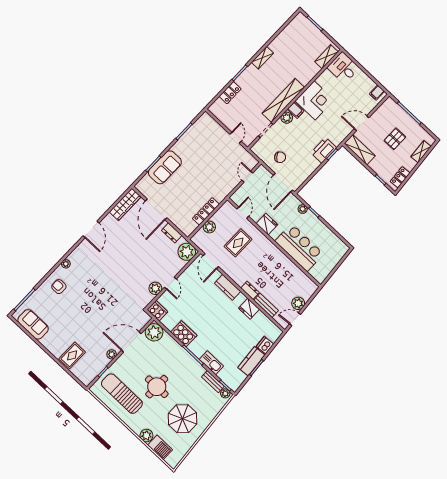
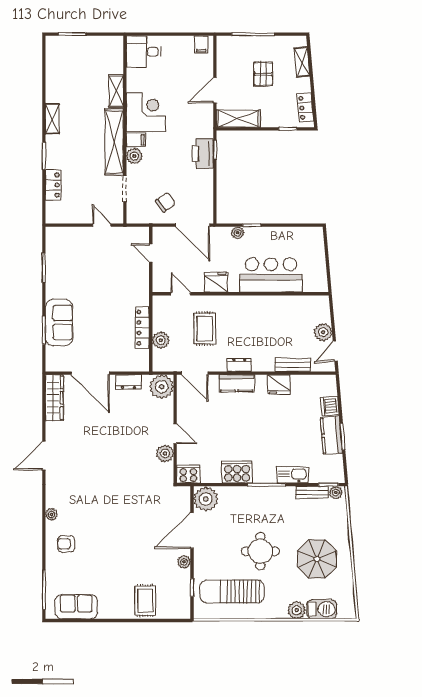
shelving: (326, 57) -> (116, 91), moved
door: (91, 229) -> (44, 456), swing flipped
dresser: (250, 290) -> (239, 365), moved

